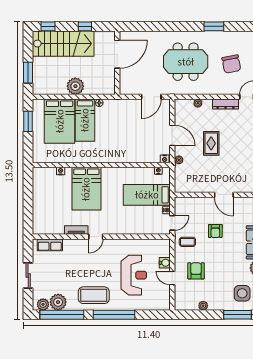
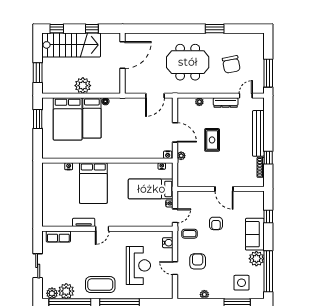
water cooler: (165, 263) -> (168, 243), moved

